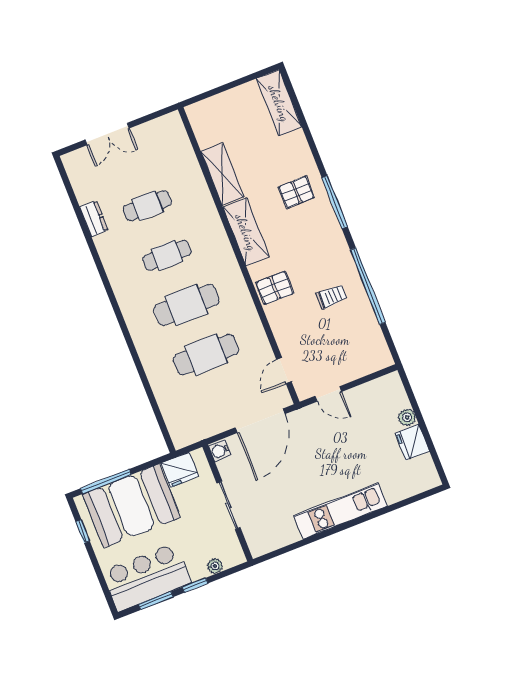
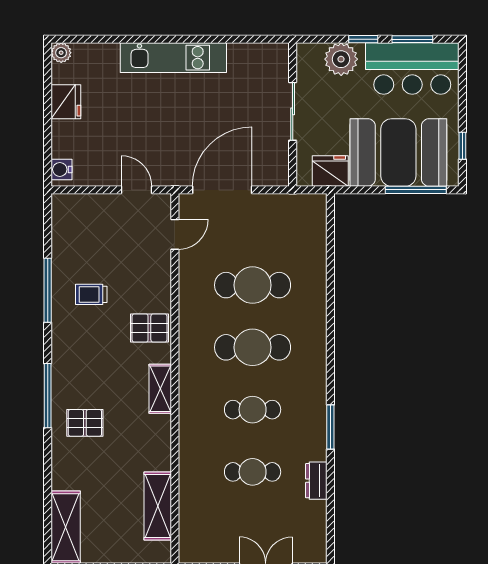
shelving: (222, 174) -> (158, 506), moved
shelving: (246, 232) -> (160, 389), width x0.67, depth x0.75
window: (100, 266) -> (330, 427), added
window: (368, 286) -> (48, 290), width x0.68
plant: (407, 417) -> (61, 53), moved
water cooler: (220, 451) -> (61, 169), moved, turned 180
plant: (215, 566) -> (341, 59), width x1.88, depth x1.88

